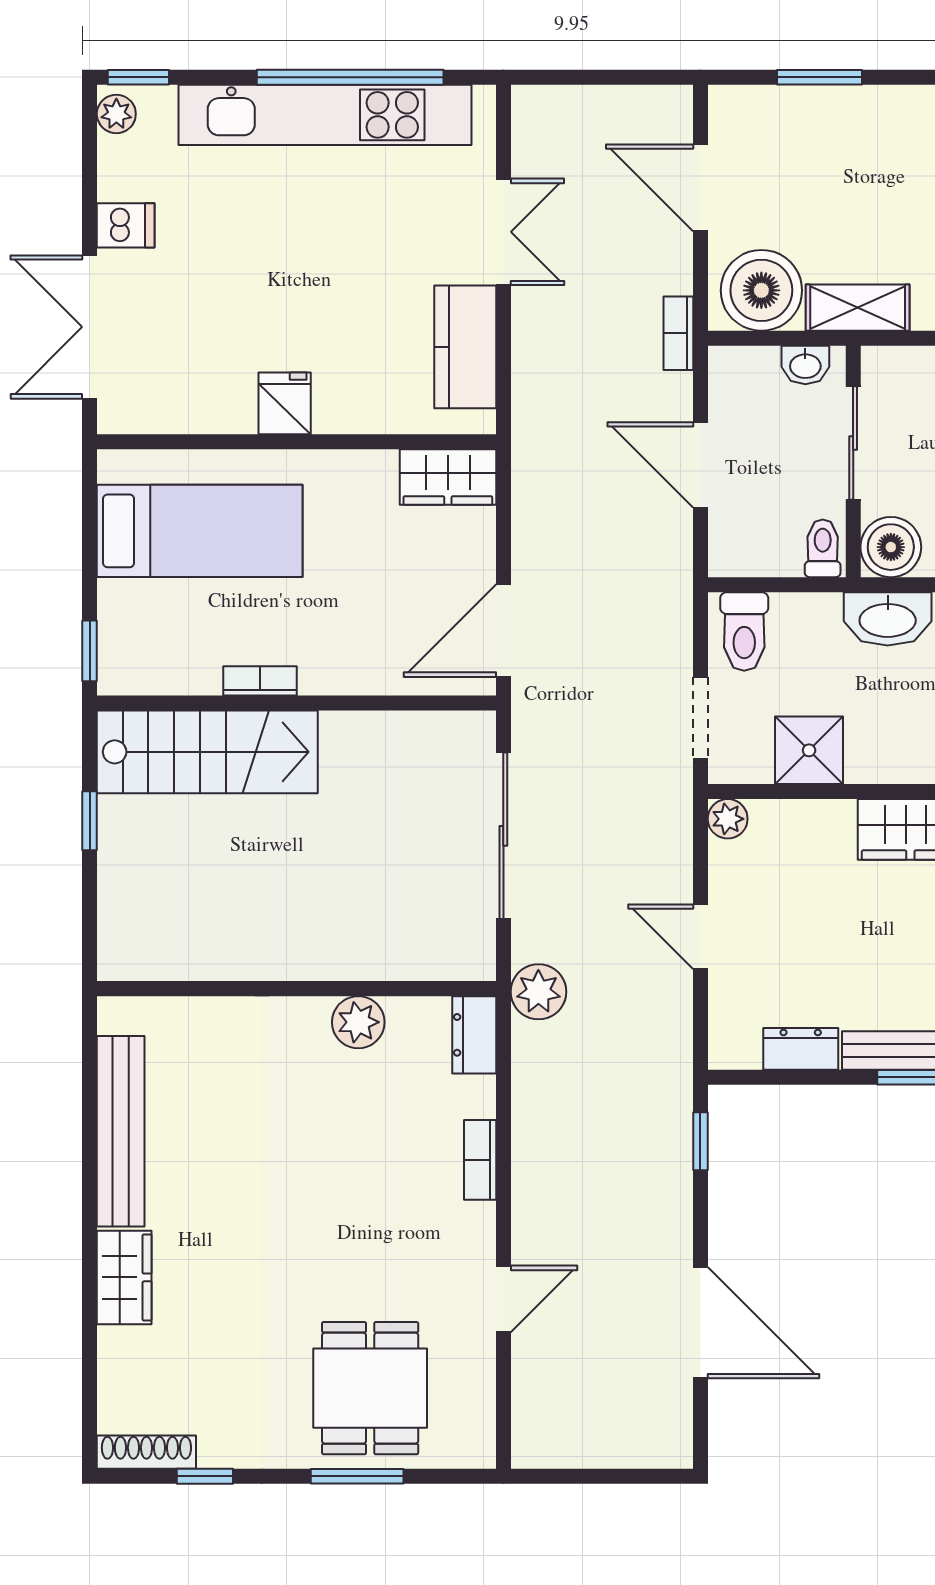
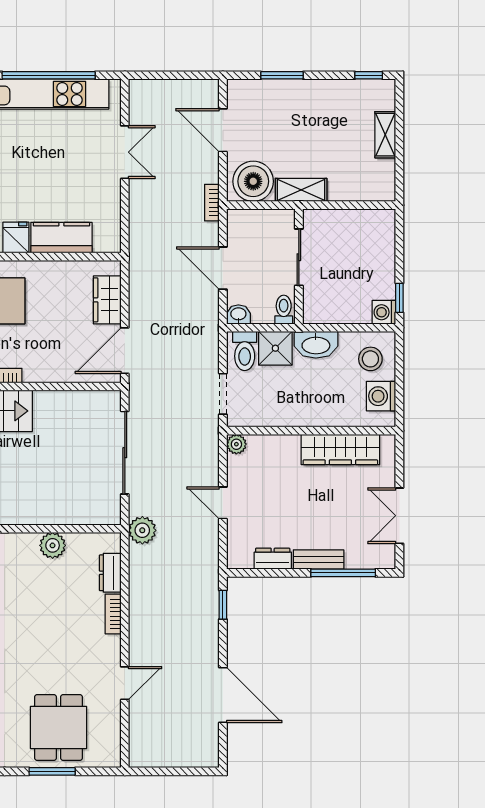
kitchen counter: (465, 347) -> (61, 238), moved, turned 90
washbasin: (805, 365) -> (238, 314), moved, turned 180
wardrobe: (448, 477) -> (107, 300), moved, turned 90
boiler: (891, 547) -> (318, 309), removed
shower: (809, 750) -> (275, 348), moved
dresser: (474, 1035) -> (110, 573), moved

